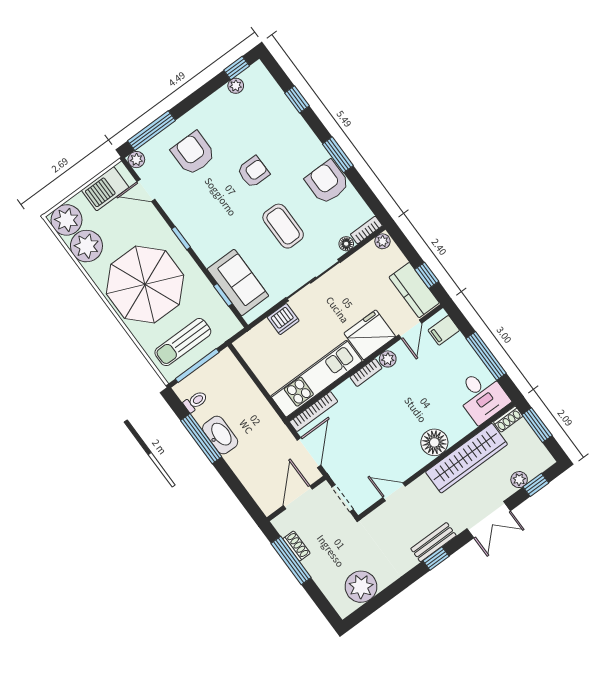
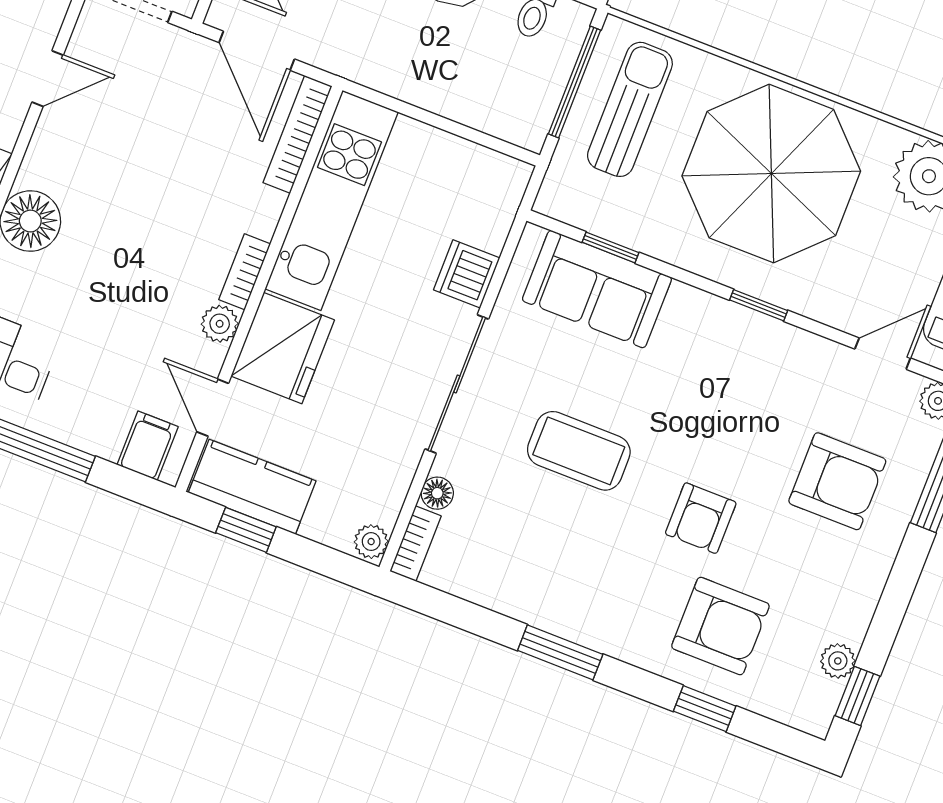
armchair: (327, 182) -> (720, 626), moved

